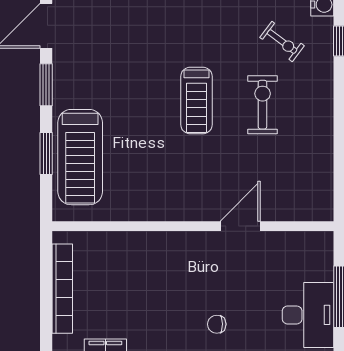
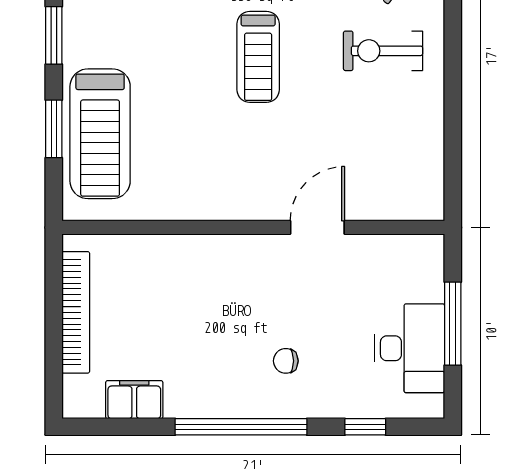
exercise bike: (263, 105) -> (383, 51), moved, turned -90

